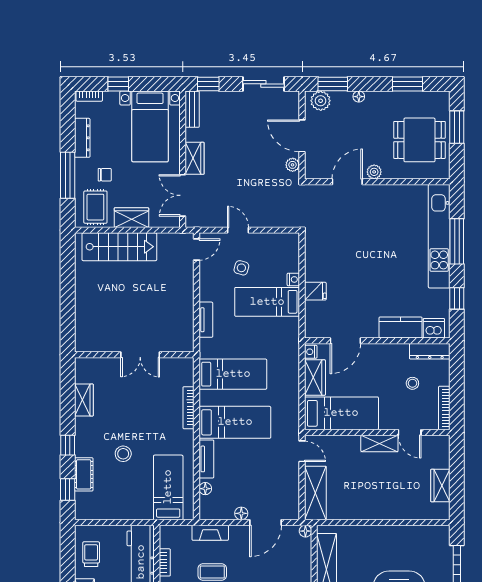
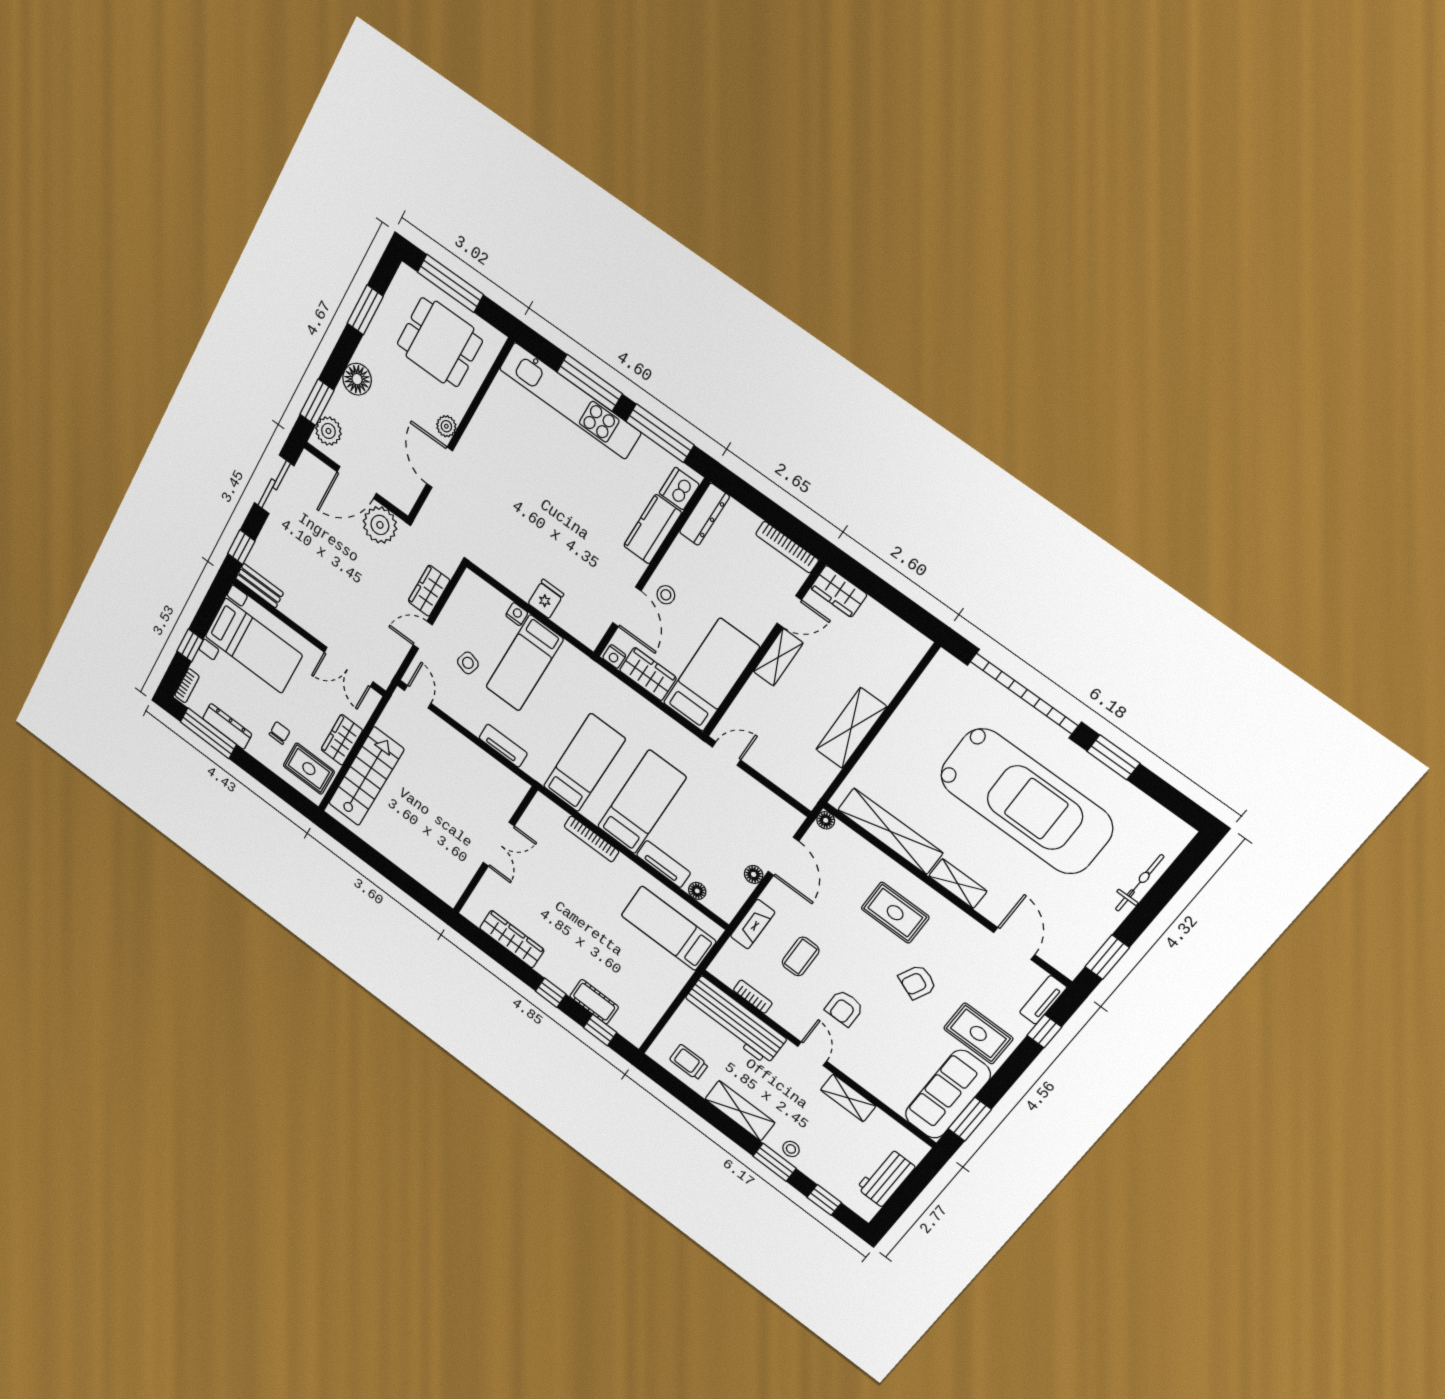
floor lamp: (359, 97) -> (357, 379), width x1.89, depth x1.89
window: (457, 127) -> (450, 283), width x1.44
dining table: (419, 140) -> (440, 342), turned 90
wardrobe: (195, 158) -> (429, 591), moved, turned -90
plant: (293, 165) -> (380, 525), width x1.88, depth x1.88
window: (68, 175) -> (208, 733), moved
window: (457, 298) -> (660, 433), width x2.17
stool: (412, 383) -> (666, 595), moved
wardrobe: (84, 400) -> (512, 939), width x1.50
stool: (123, 454) -> (598, 945), removed
wardrobe: (440, 486) -> (839, 591), moved
shelving: (315, 493) -> (851, 728), moved, turned 90

